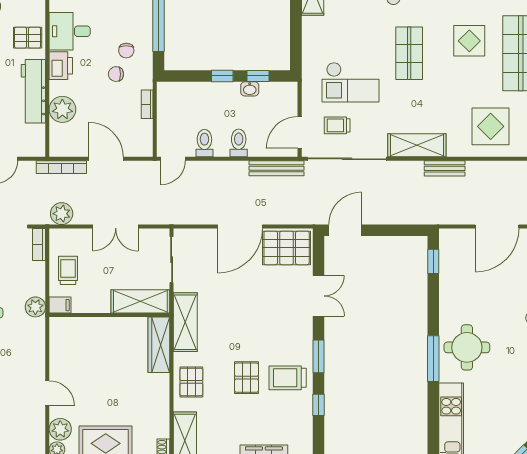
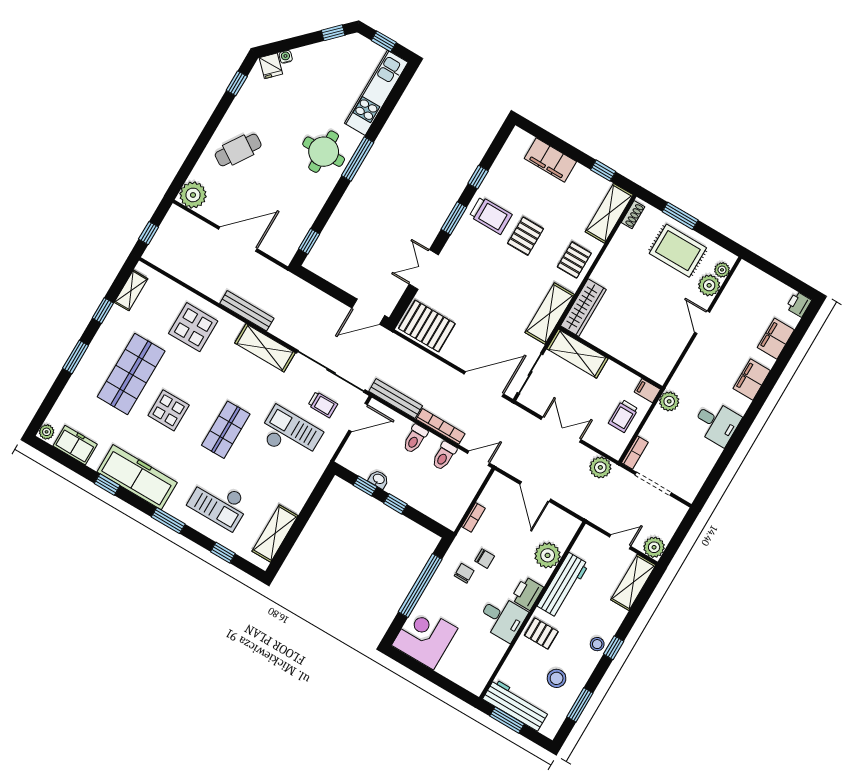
bookcase: (61, 167) -> (441, 426), moved
bench: (445, 168) -> (247, 311), width x1.36
door: (240, 227) -> (484, 384), moved

